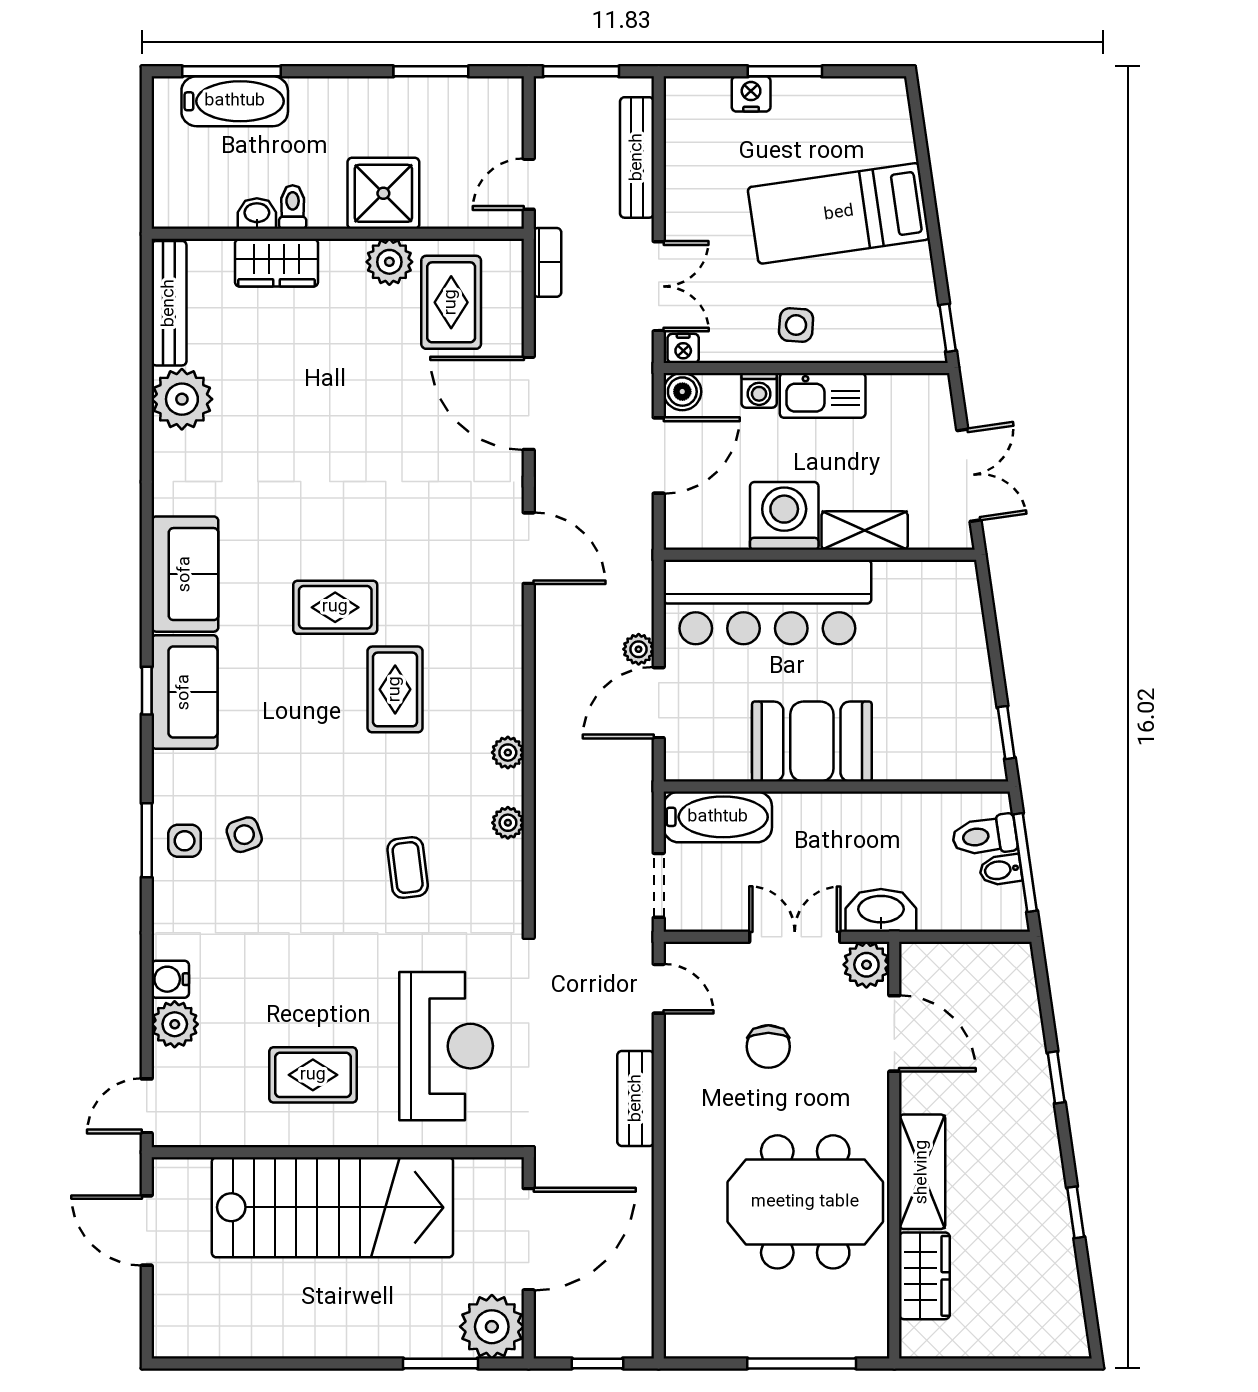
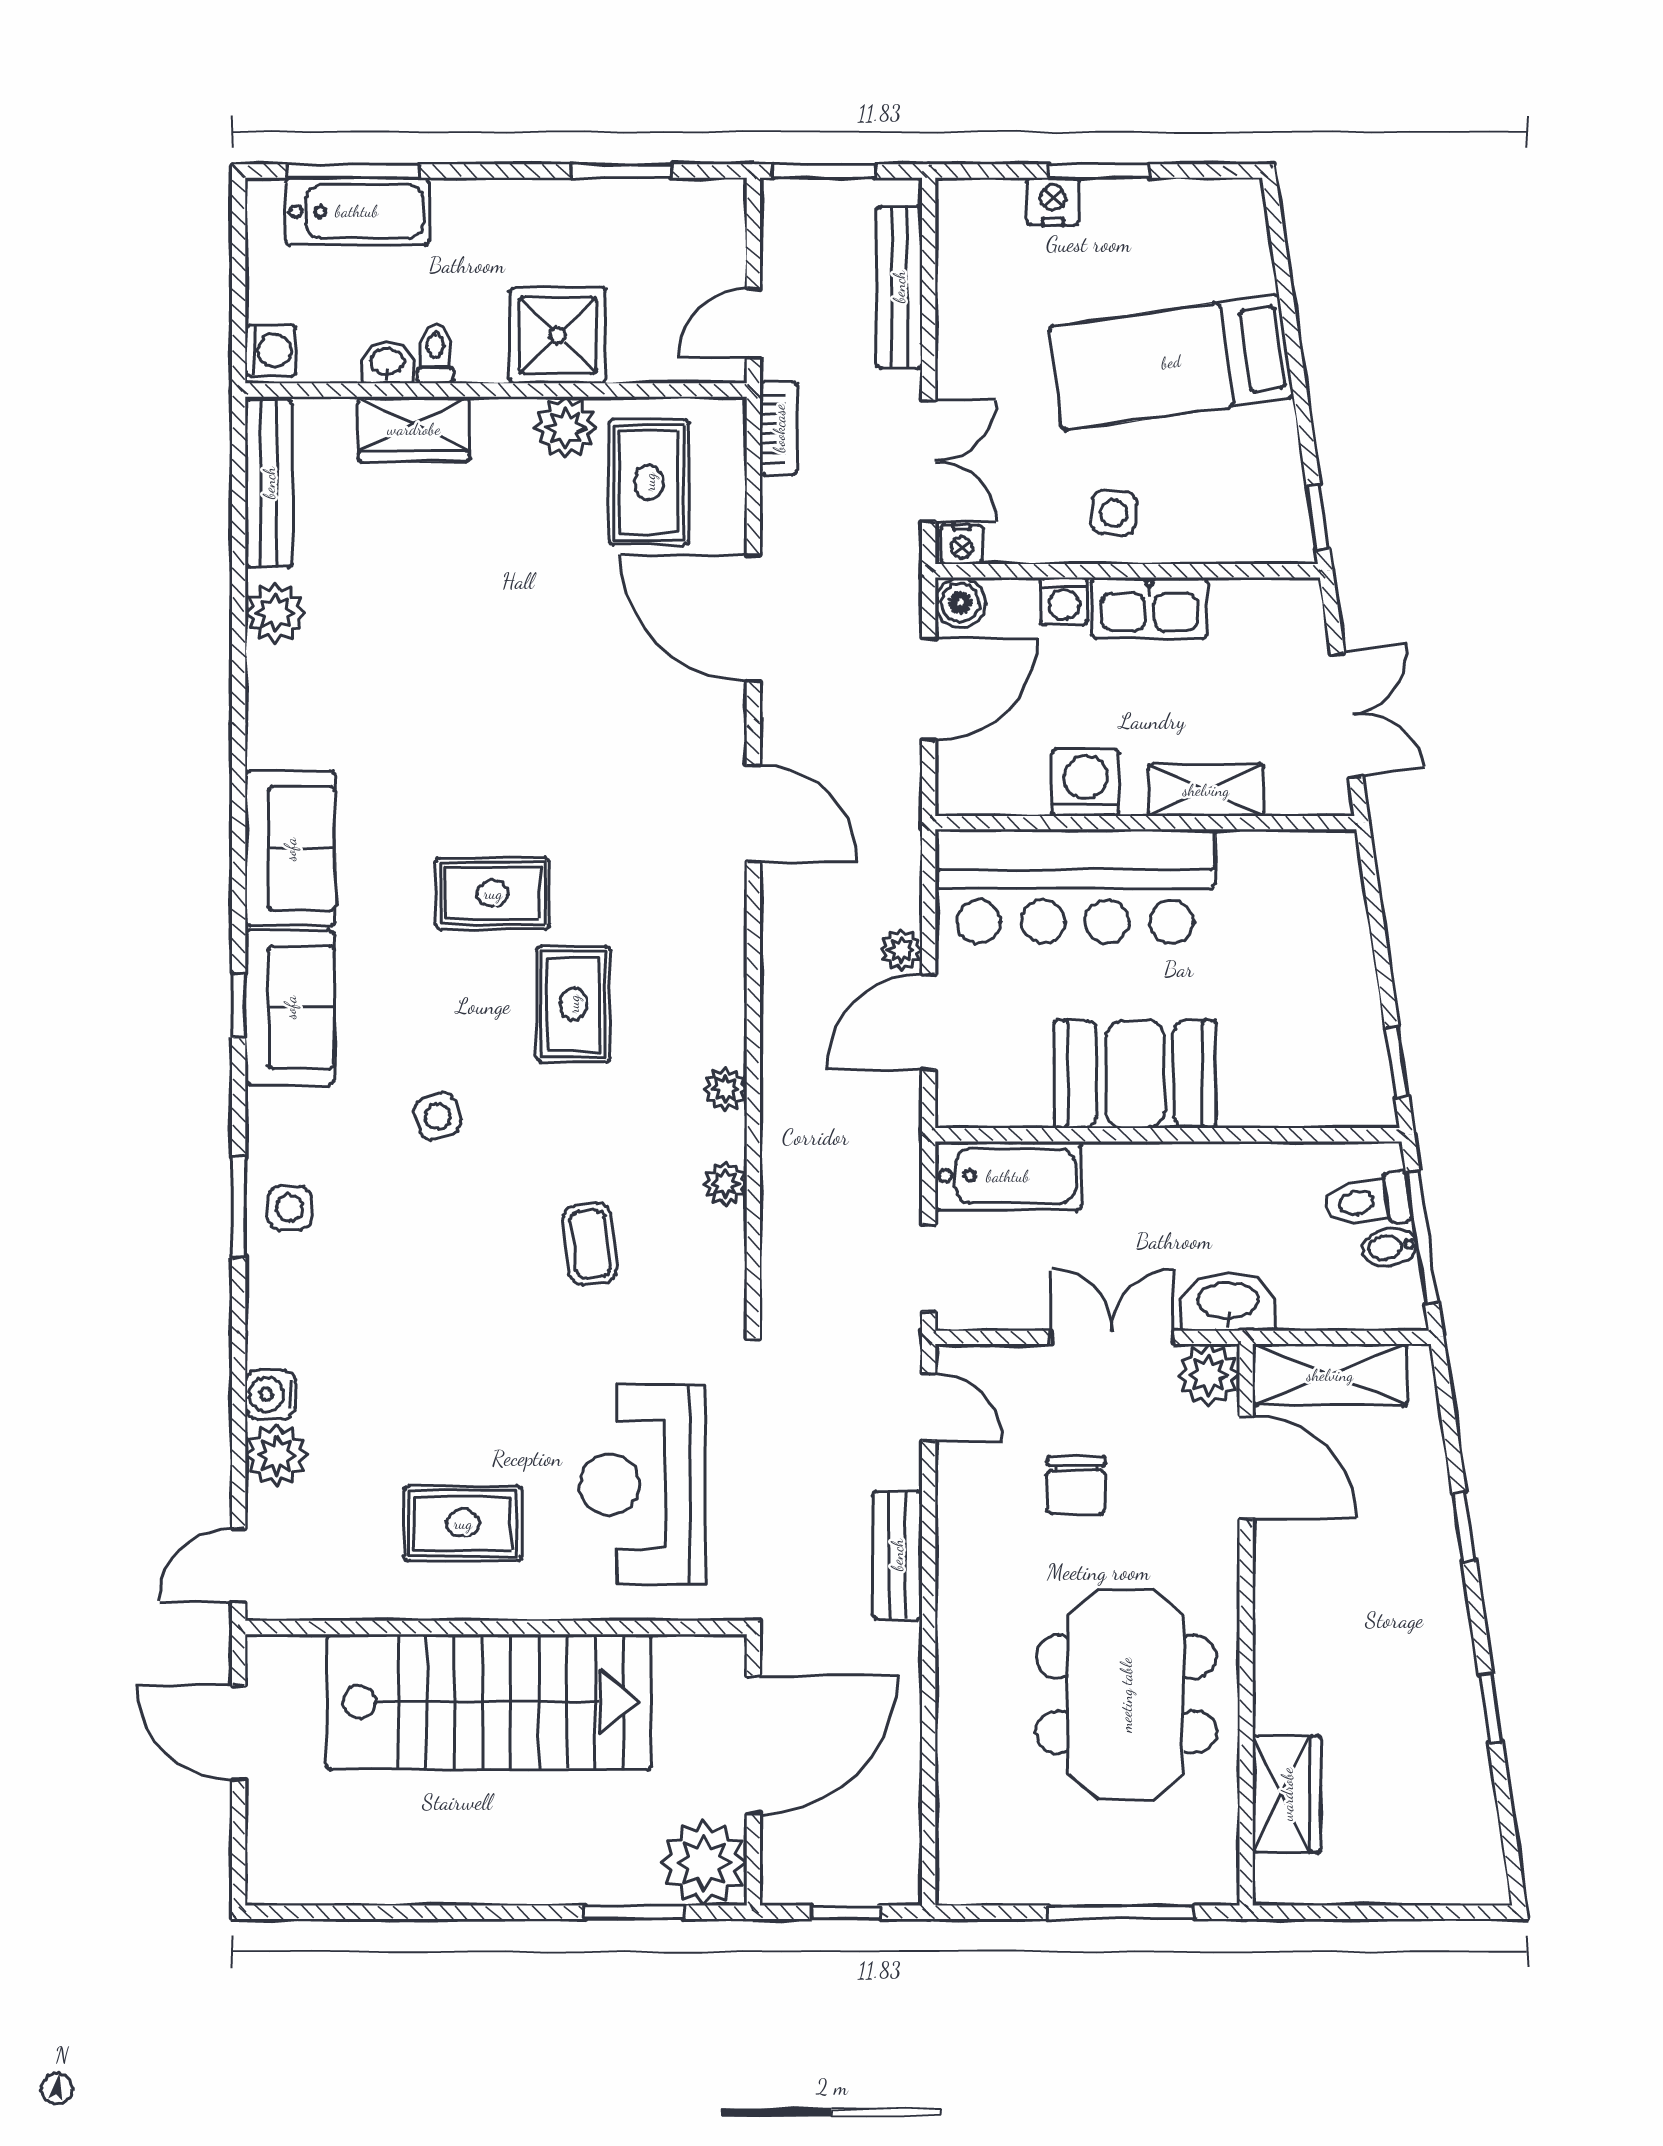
washing machine: (170, 205) -> (271, 351), added
plant: (182, 399) -> (275, 613), width x0.73, depth x0.73
washing machine: (784, 516) -> (1085, 783), width x0.73, depth x0.73
side table: (244, 835) -> (438, 1116), moved
reception desk: (446, 1046) -> (642, 1485), turned 180
shelving: (922, 1172) -> (1330, 1375), moved, turned 90
meeting table: (805, 1202) -> (1126, 1695), turned 90

